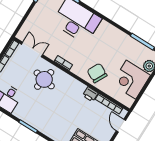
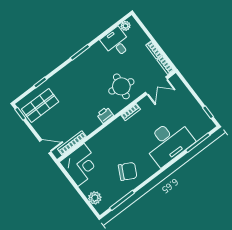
chair: (97, 73) -> (128, 171), moved
corner desk: (131, 80) -> (81, 165), moved, turned 90
printer: (90, 94) -> (105, 115), moved

